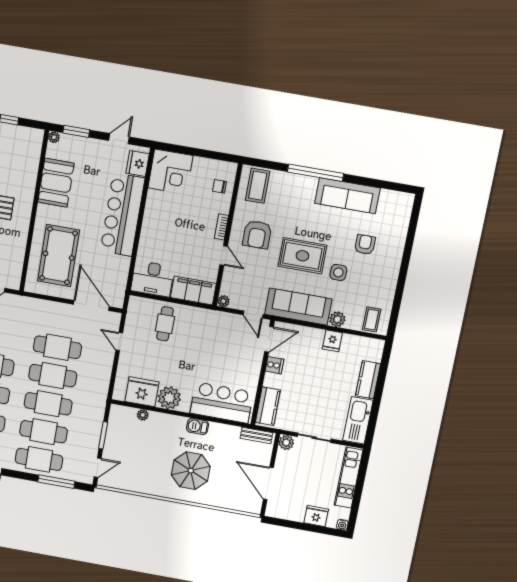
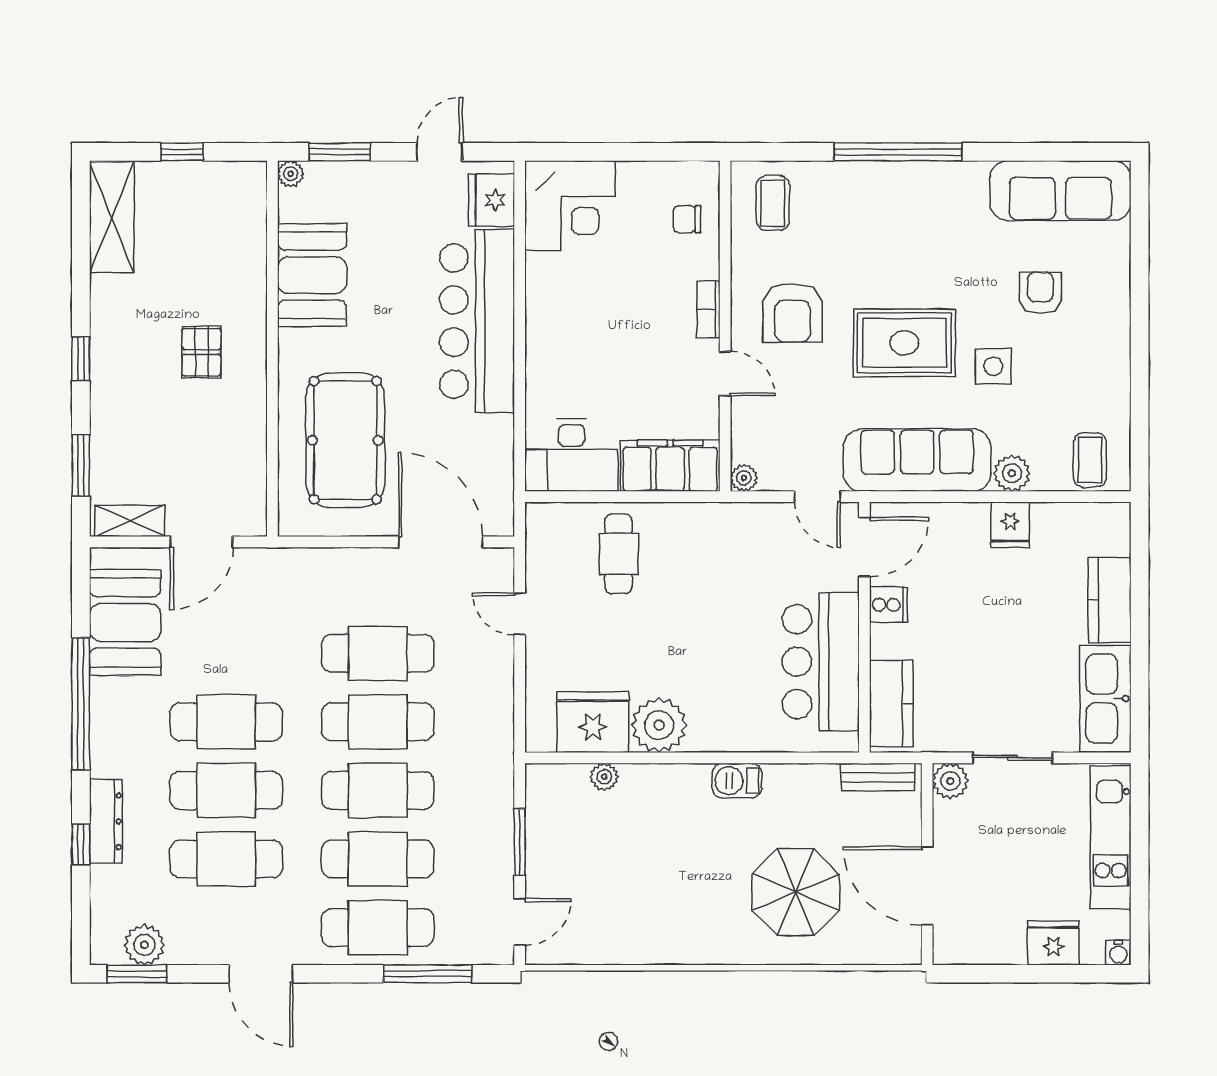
coffee table: (258, 186) -> (773, 203), width x0.73, depth x0.77
sofa: (347, 196) -> (1060, 191), moved
bar counter: (222, 403) -> (821, 662), moved, turned -90
parasol: (191, 471) -> (796, 892), moved

